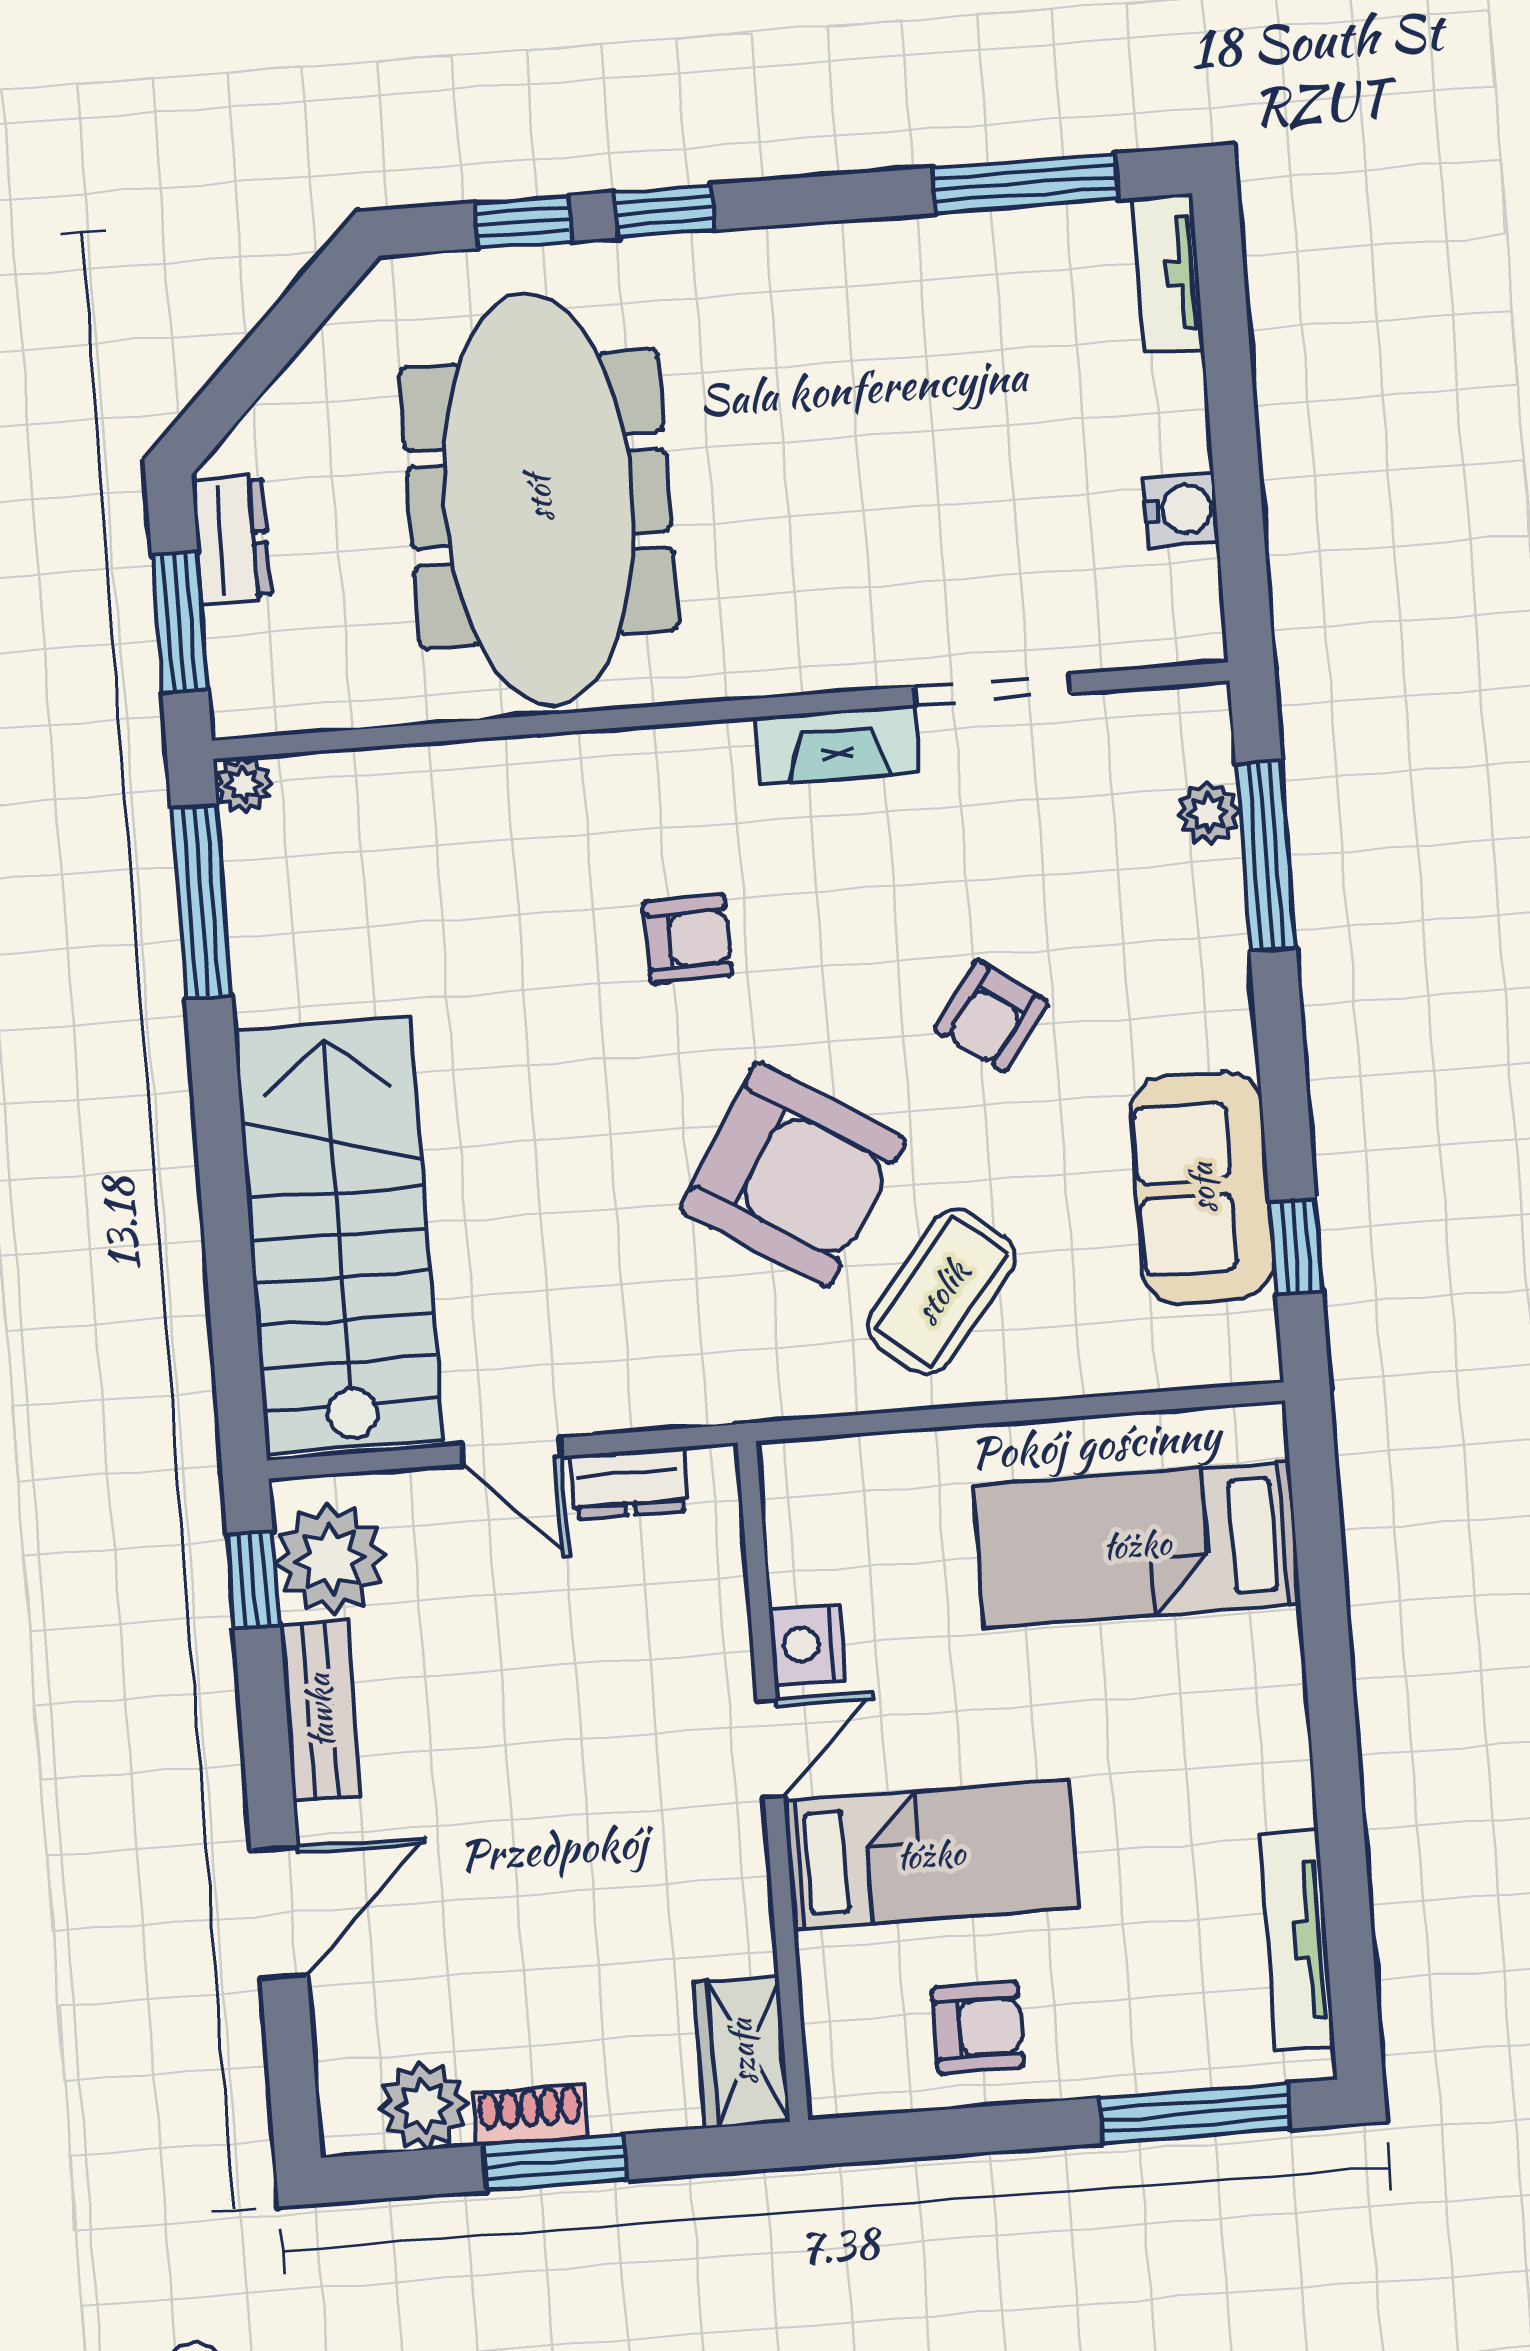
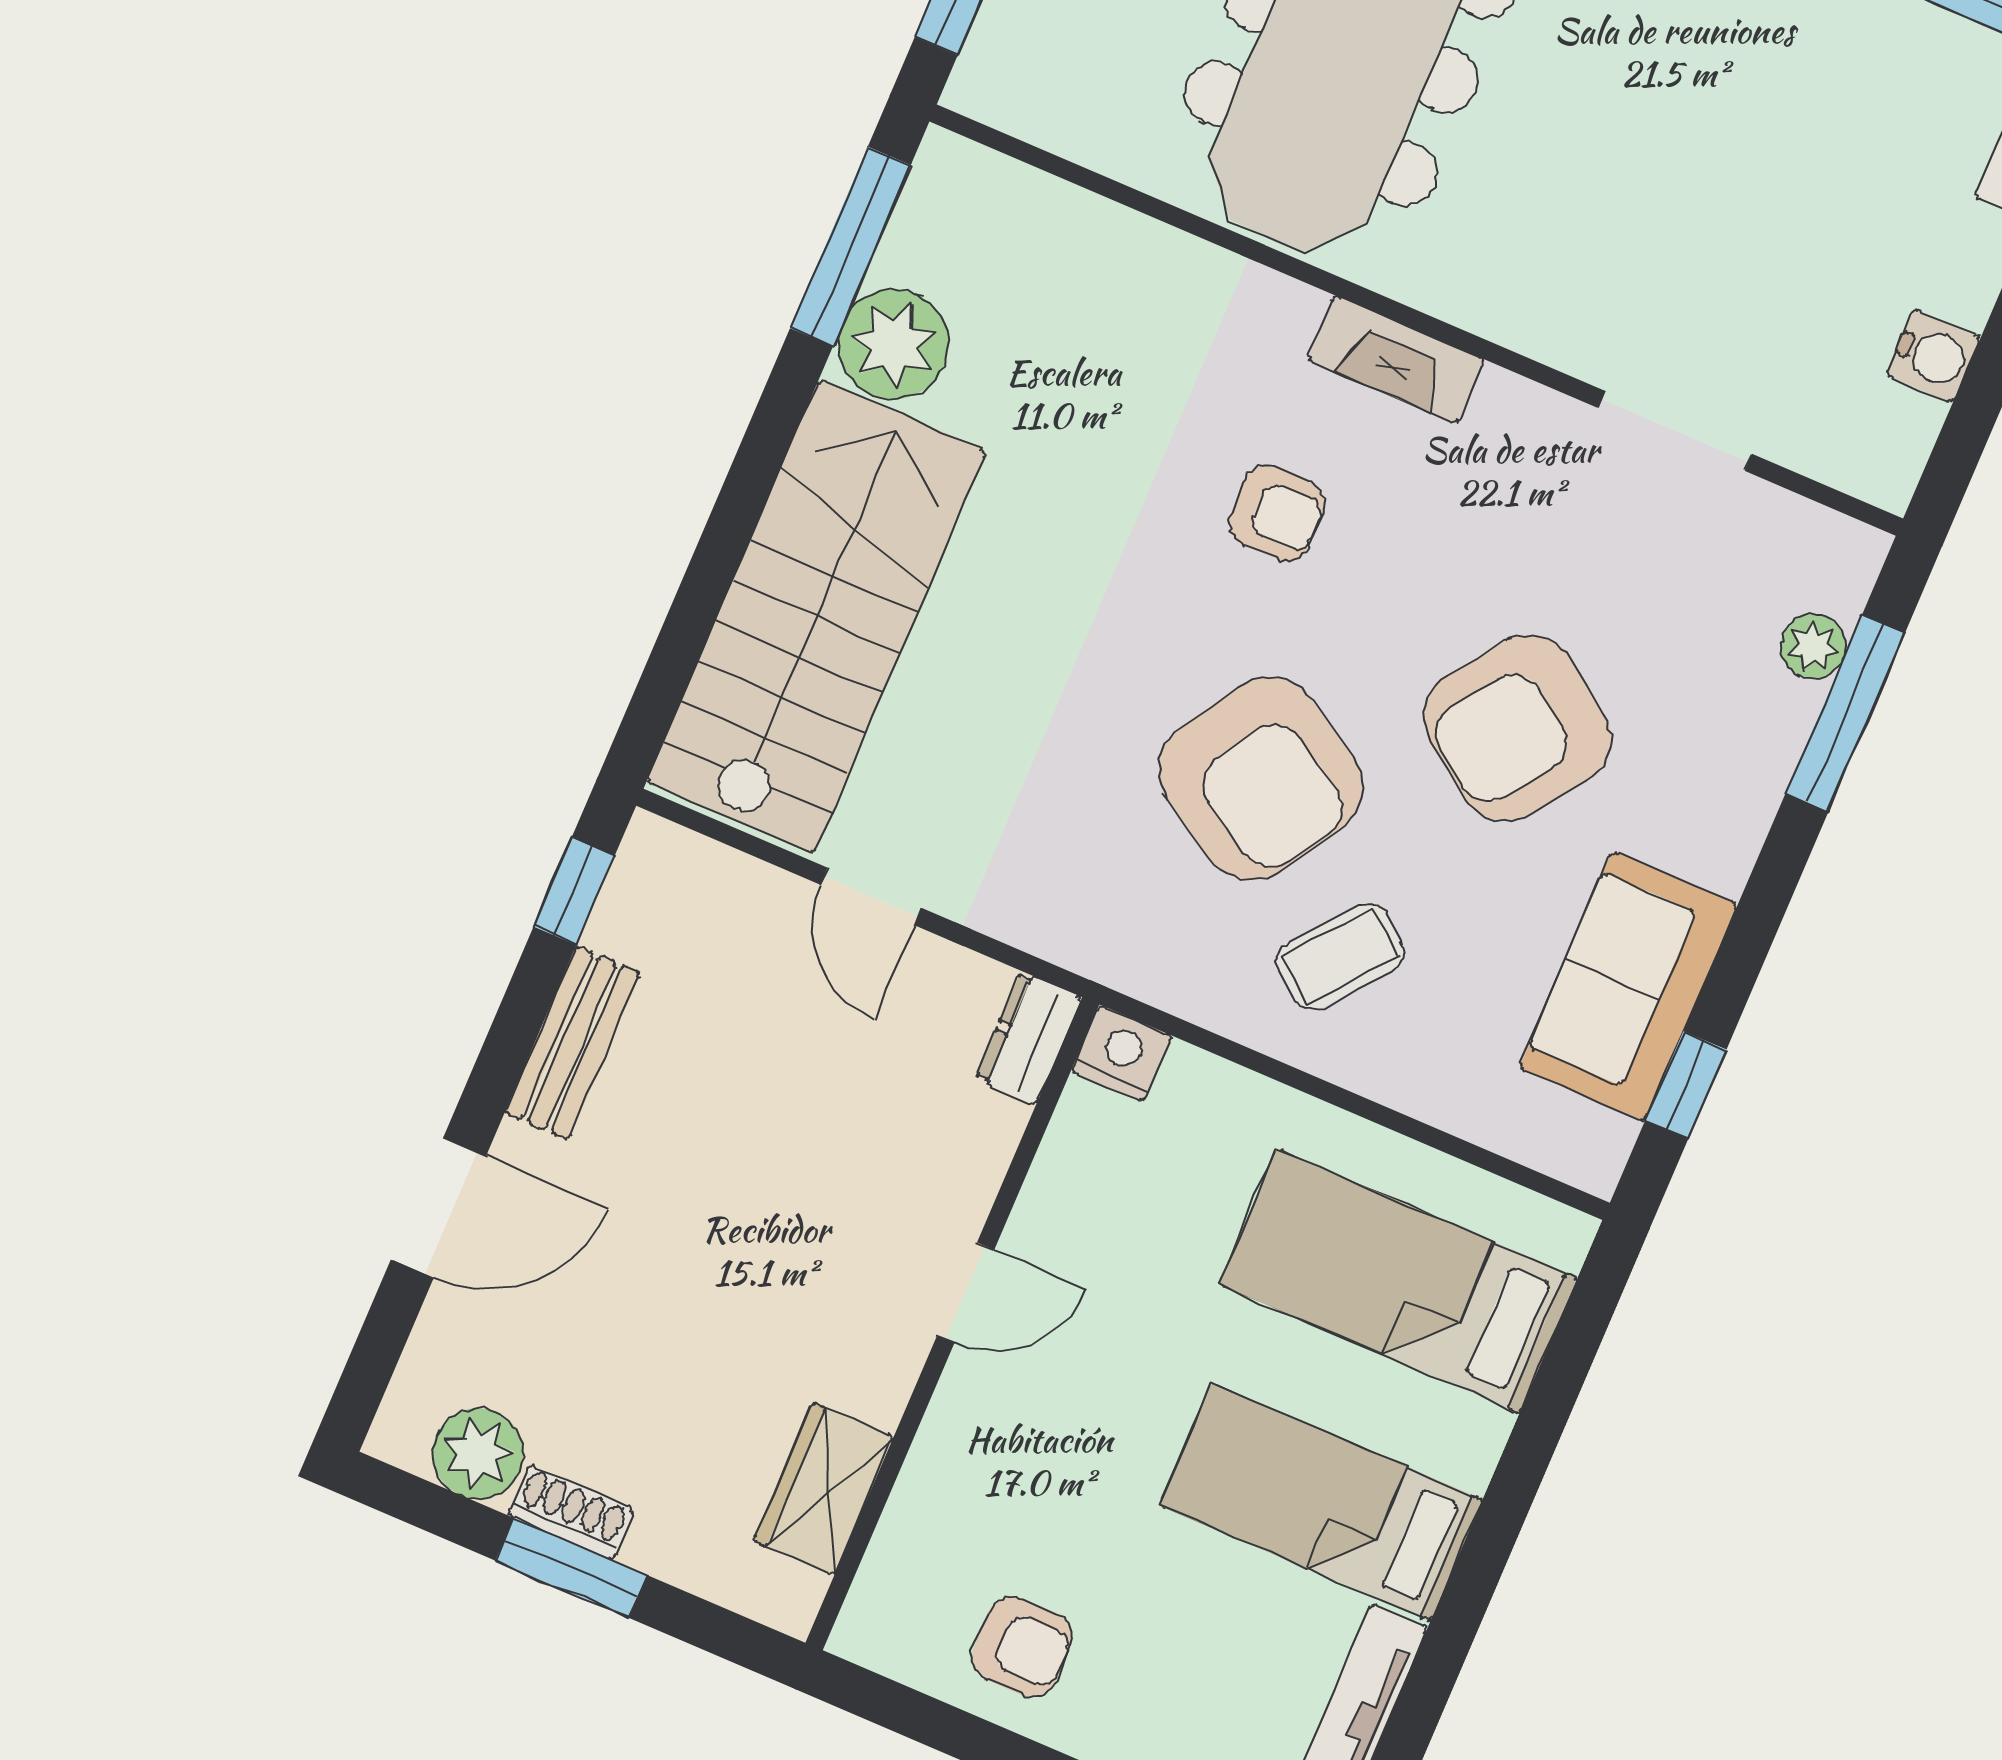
fireplace: (837, 745) -> (1396, 360), moved
plant: (243, 785) -> (894, 344), moved, width x1.88, depth x1.88
armchair: (991, 1016) -> (1518, 728), width x1.88, depth x1.88
coffee table: (941, 1292) -> (1340, 956), width x0.73, depth x0.77
dresser: (629, 1483) -> (1029, 1038), moved, turned 90
plant: (331, 1559) -> (655, 909), removed
nightstand: (807, 1644) -> (1121, 1054), moved, turned 90
bed: (931, 1855) -> (1321, 1502), moved, turned 180
wardrobe: (742, 2052) -> (824, 1489), moved

